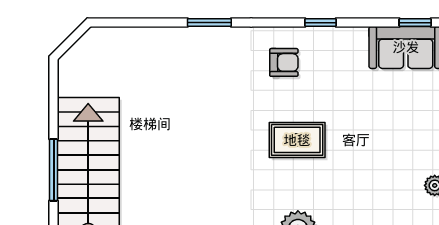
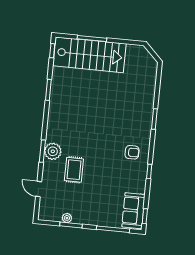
armchair: (284, 62) -> (132, 152), turned -90
rug: (297, 140) -> (74, 170), moved

